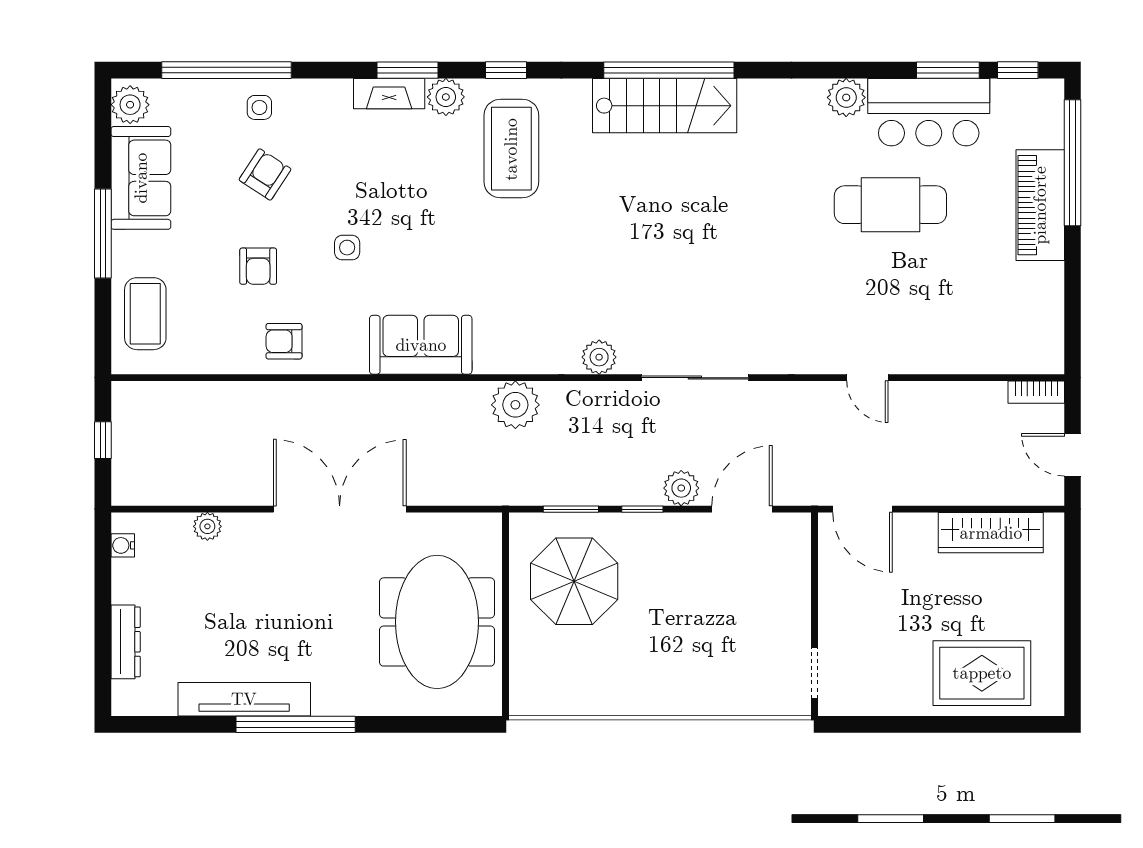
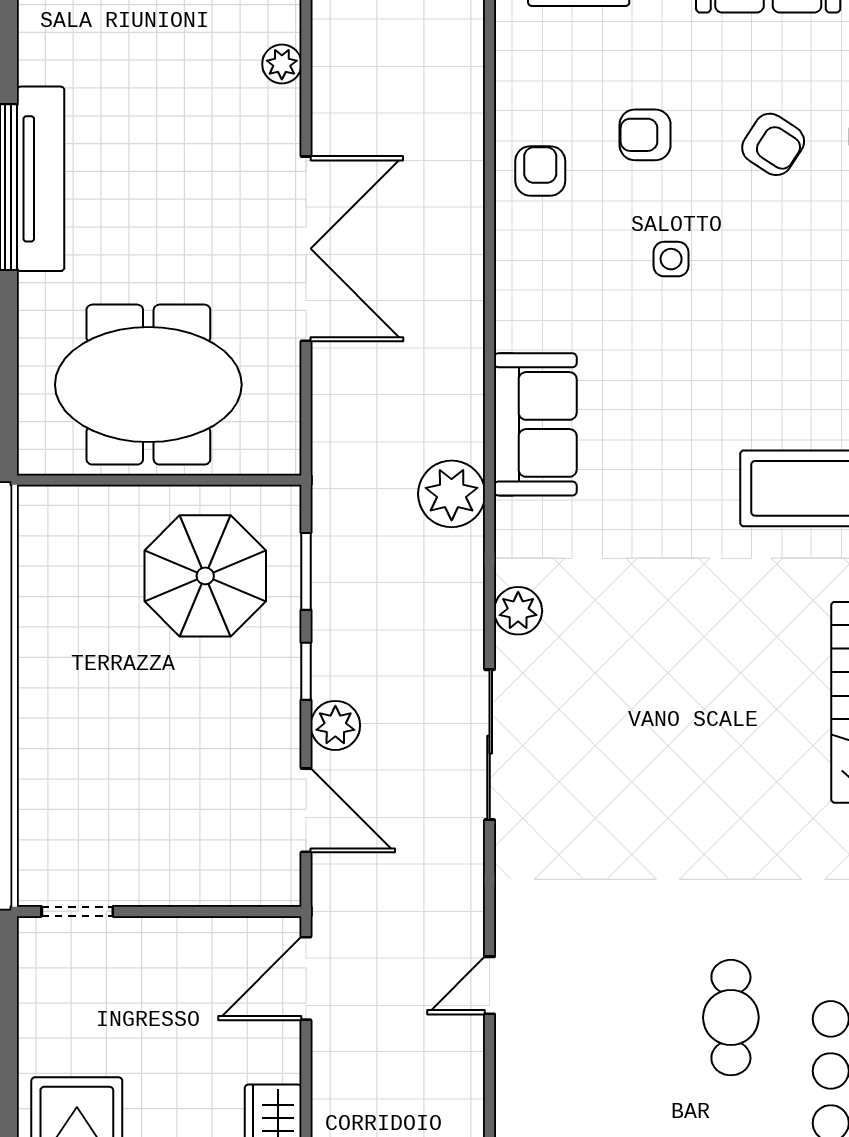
cafe table: (890, 205) -> (731, 1018), width x0.73, depth x0.74
sofa: (421, 345) -> (535, 424), moved
tv unit: (244, 699) -> (41, 179), moved

